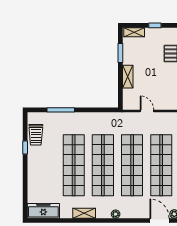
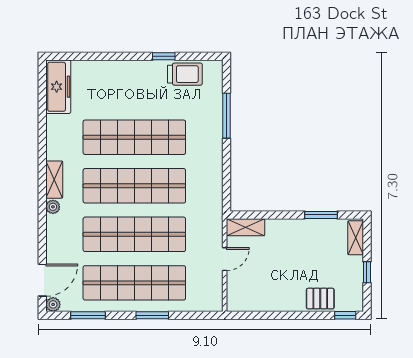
shelving: (128, 77) -> (246, 227), moved
trolley: (36, 135) -> (185, 74), turned 180
shelving: (84, 213) -> (54, 180), moved

